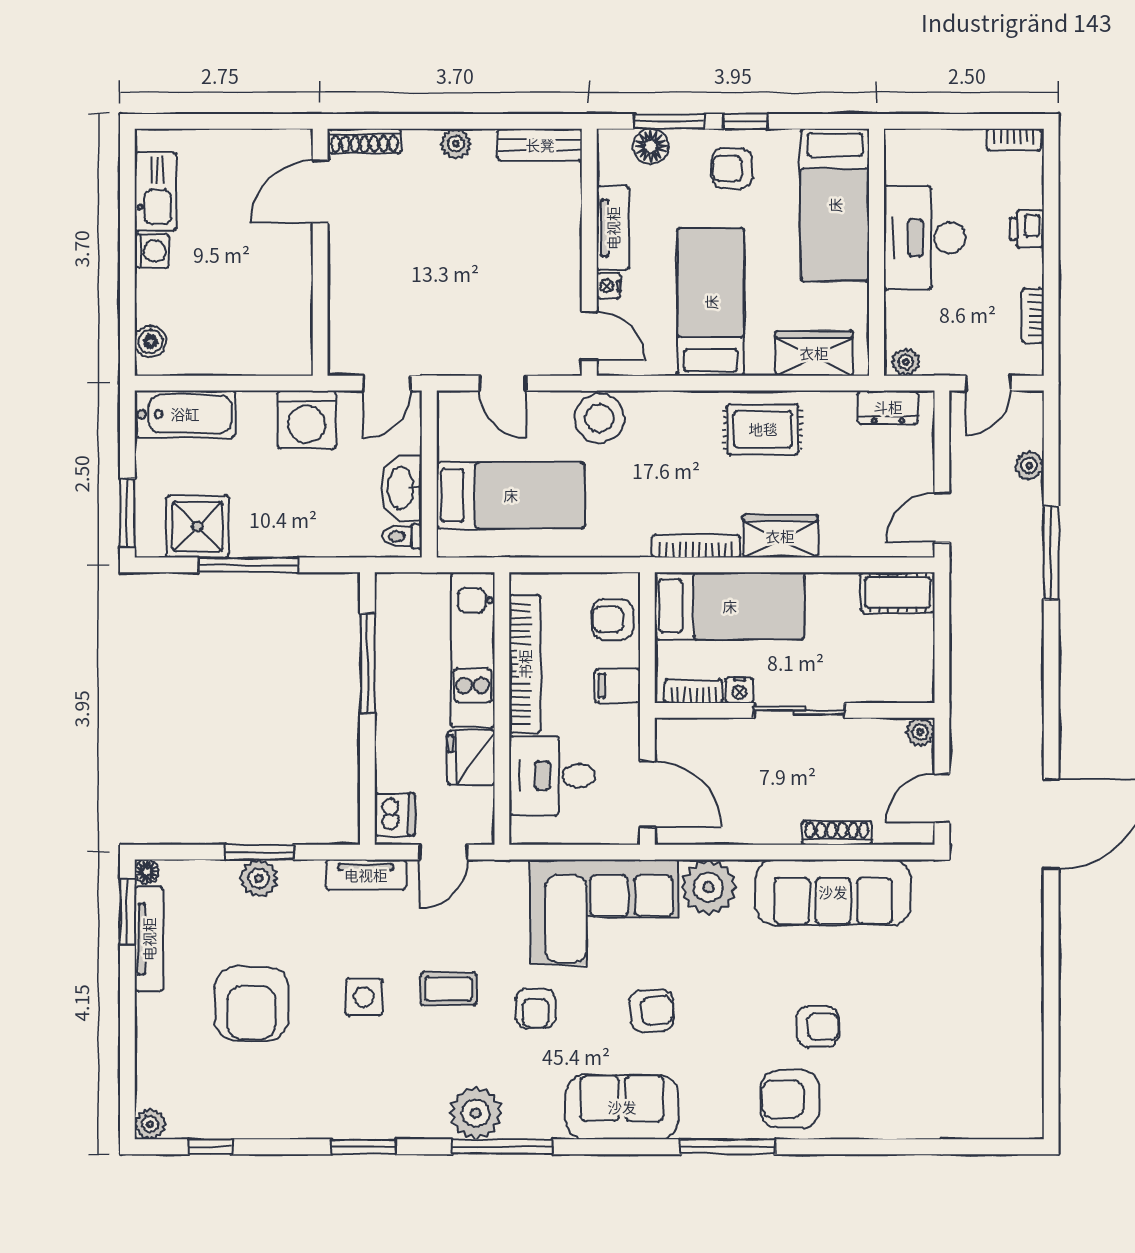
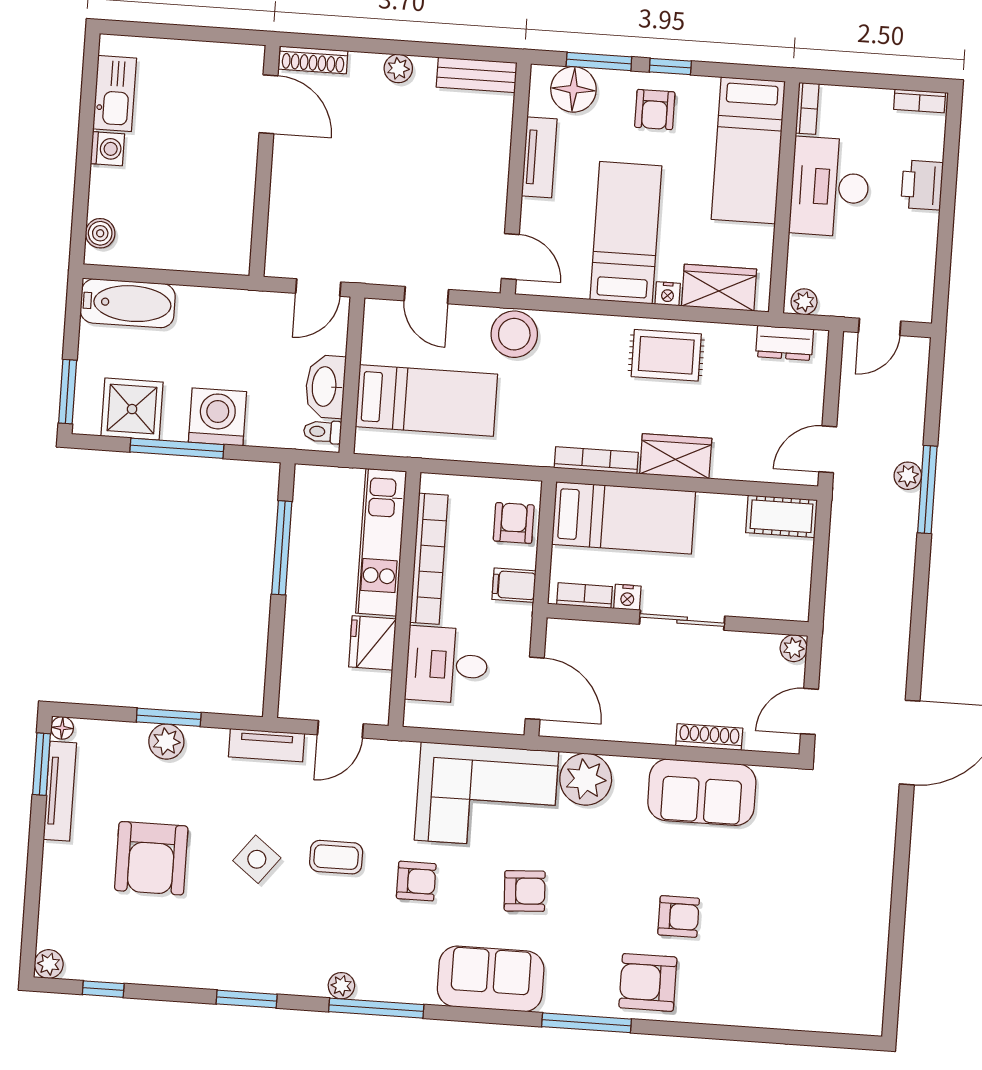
floor lamp: (651, 146) -> (573, 89), width x1.38, depth x1.38
armchair: (732, 168) -> (655, 110), turned -90
door: (320, 191) -> (268, 104), swing flipped
printer: (1027, 229) -> (922, 185), width x1.36, depth x1.24
nightstand: (609, 286) -> (668, 294), moved, turned -90
bookcase: (1033, 316) -> (807, 108), moved, turned 180
washing machine: (307, 420) -> (217, 417), moved, turned 180
plant: (1029, 466) -> (908, 476), moved
armchair: (613, 619) -> (514, 523), turned 90
dishwasher: (395, 814) -> (297, 691), removed
sofa: (833, 892) -> (702, 792), width x0.73
side table: (364, 997) -> (257, 859), turned 38
armchair: (536, 1008) -> (416, 881), turned -90
plant: (476, 1113) -> (341, 986), width x0.53, depth x0.53

